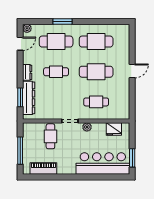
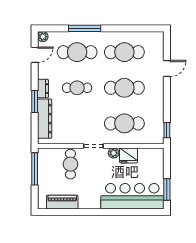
window: (62, 21) -> (85, 28), width x1.44
door: (132, 71) -> (167, 69), moved
window: (20, 97) -> (35, 101), moved
cafe table: (96, 102) -> (124, 123), width x1.37, depth x1.35
window: (132, 107) -> (167, 130), added
fridge: (114, 129) -> (129, 155), moved
window: (20, 151) -> (35, 169), moved

